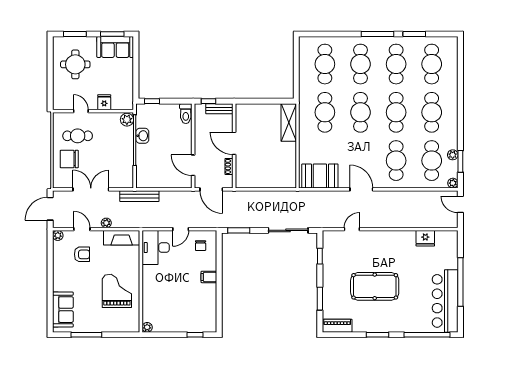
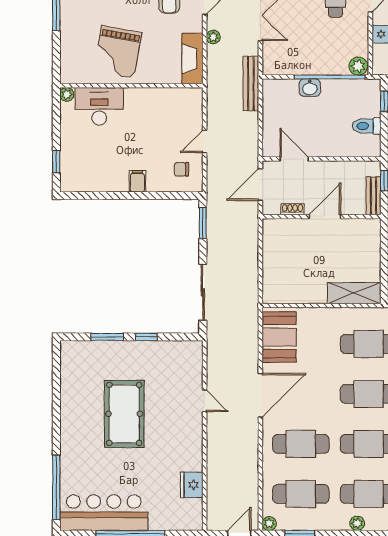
toilet: (186, 114) -> (367, 126), moved
washbasin: (142, 136) -> (310, 88), moved
plant: (453, 155) -> (357, 523), moved
door: (193, 165) -> (294, 159), hinge flipped
door: (361, 189) -> (260, 395), width x1.36
door: (181, 229) -> (205, 141), hinge flipped
door: (352, 229) -> (205, 401), moved
desk: (156, 248) -> (99, 106), moved
window: (320, 256) -> (146, 337), moved
grand piano: (117, 291) -> (118, 52), turned 100
piano: (337, 326) -> (69, 361), removed
window: (378, 335) -> (56, 418), removed

